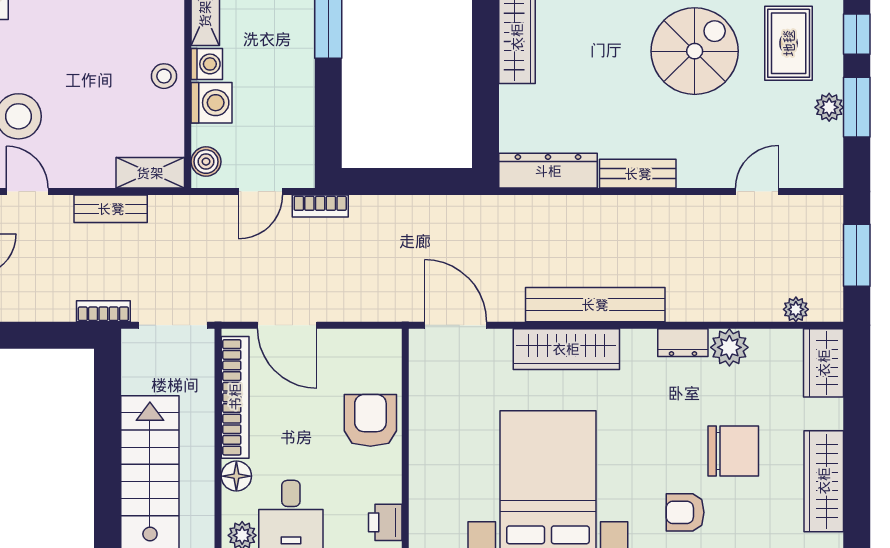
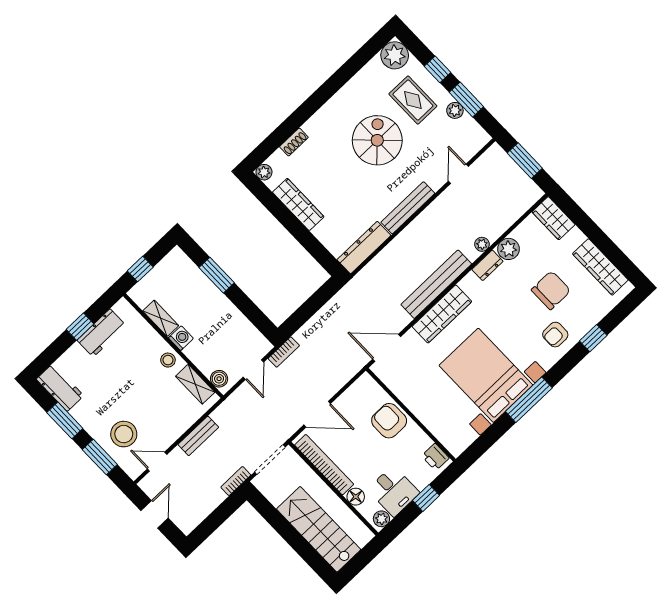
washing machine: (212, 103) -> (198, 352), removed
shelving: (150, 173) -> (195, 384), moved, turned 90
bench: (638, 174) -> (408, 208), width x1.36
plant: (796, 309) -> (482, 244), moved

